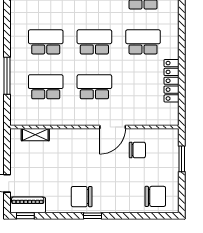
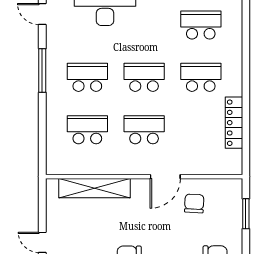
window: (7, 76) -> (42, 70), moved
shelving: (35, 135) -> (95, 188), width x2.20, depth x1.33
chair: (137, 150) -> (194, 203), turned -87

